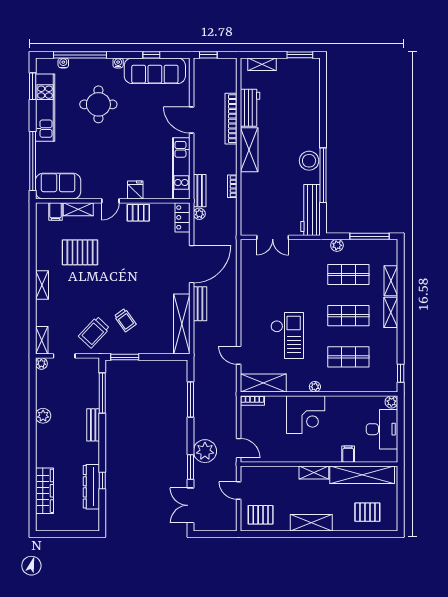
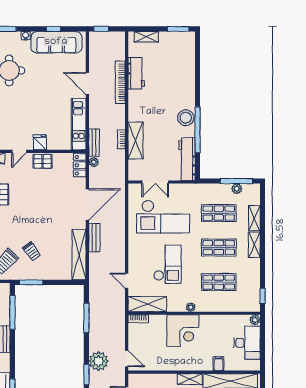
shelving: (249, 150) -> (136, 141), moved
plant: (337, 245) -> (237, 189), moved
checkout: (282, 279) -> (163, 217), added

